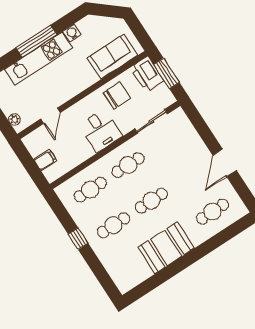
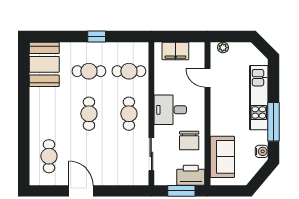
water cooler: (72, 33) -> (262, 151), moved
window: (36, 41) -> (274, 122), moved
filing cabinet: (45, 160) -> (175, 51), width x2.00
cafe table: (90, 190) -> (129, 71), turned 90
cafe table: (113, 225) -> (89, 71), turned 90
booth: (166, 248) -> (44, 64), moved

